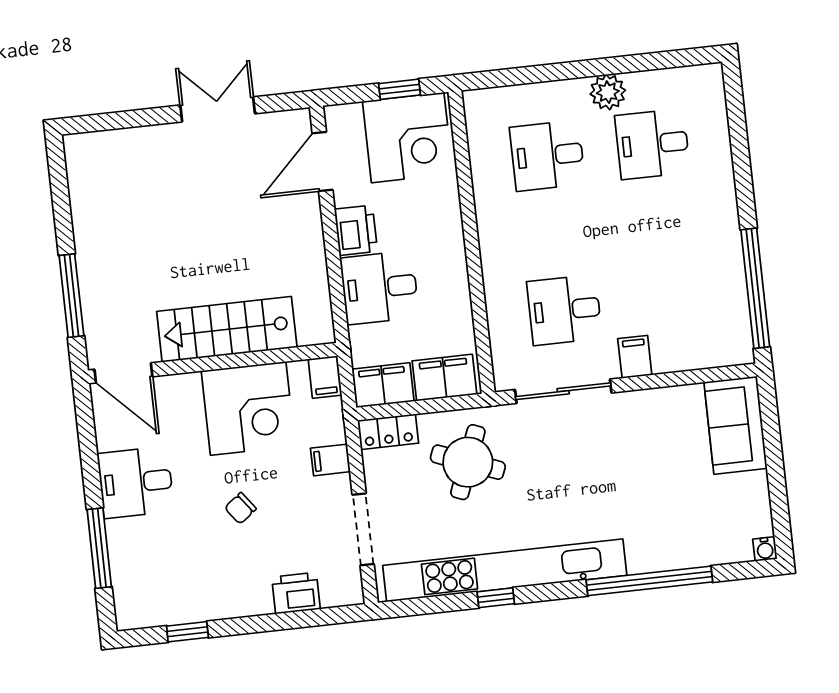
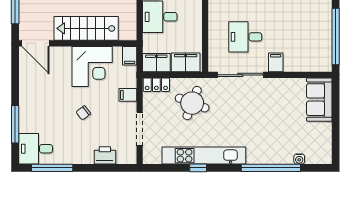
desk: (136, 482) -> (36, 149), moved
water cooler: (765, 549) -> (299, 159), moved
kitchen unit: (505, 570) -> (204, 156), width x0.73
window: (187, 632) -> (52, 168), width x2.17

